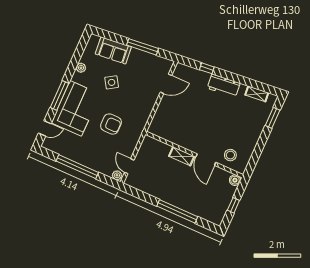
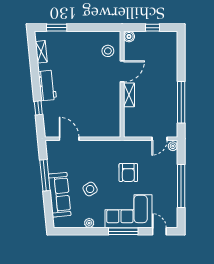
sofa: (113, 50) -> (60, 195), width x1.36
armchair: (111, 124) -> (128, 173), turned 180
window: (177, 211) -> (181, 102), moved

